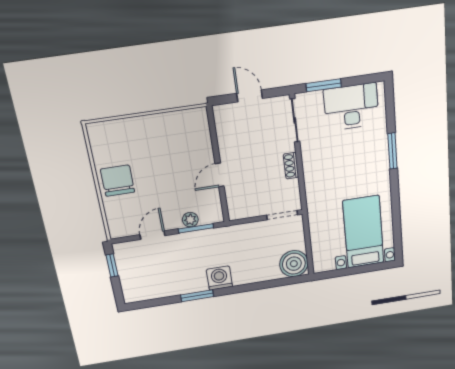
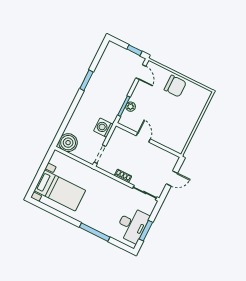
window: (324, 85) -> (146, 231), moved
window: (392, 151) -> (95, 232), width x1.44
door: (152, 235) -> (141, 72), moved
washing machine: (219, 278) -> (103, 128), moved, turned 180

